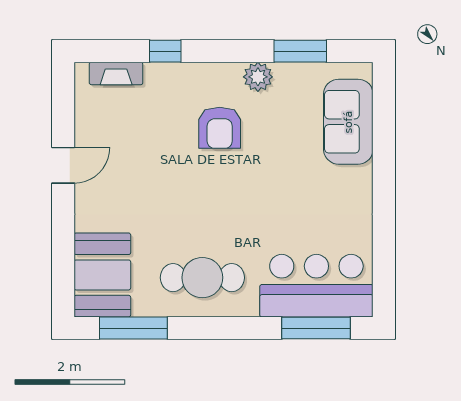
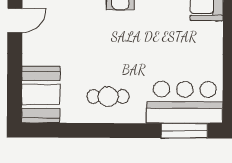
cafe table: (202, 278) -> (108, 97), width x0.73, depth x0.74
window: (133, 328) -> (62, 130), removed

